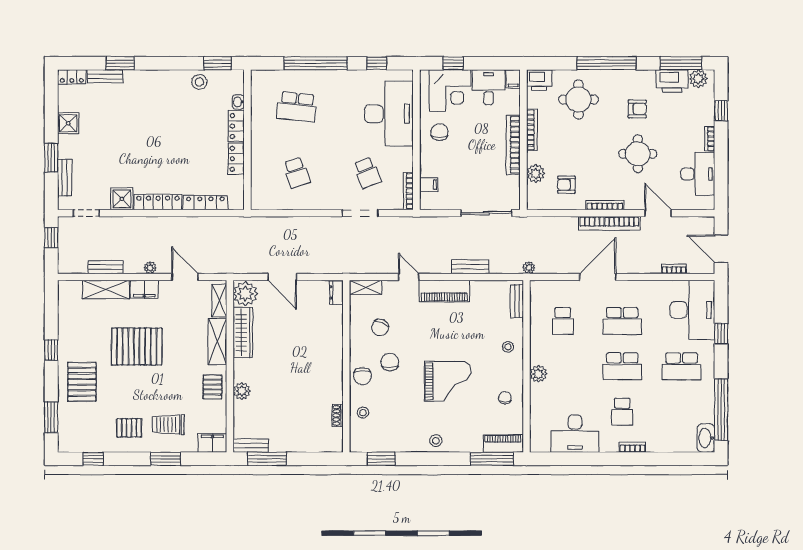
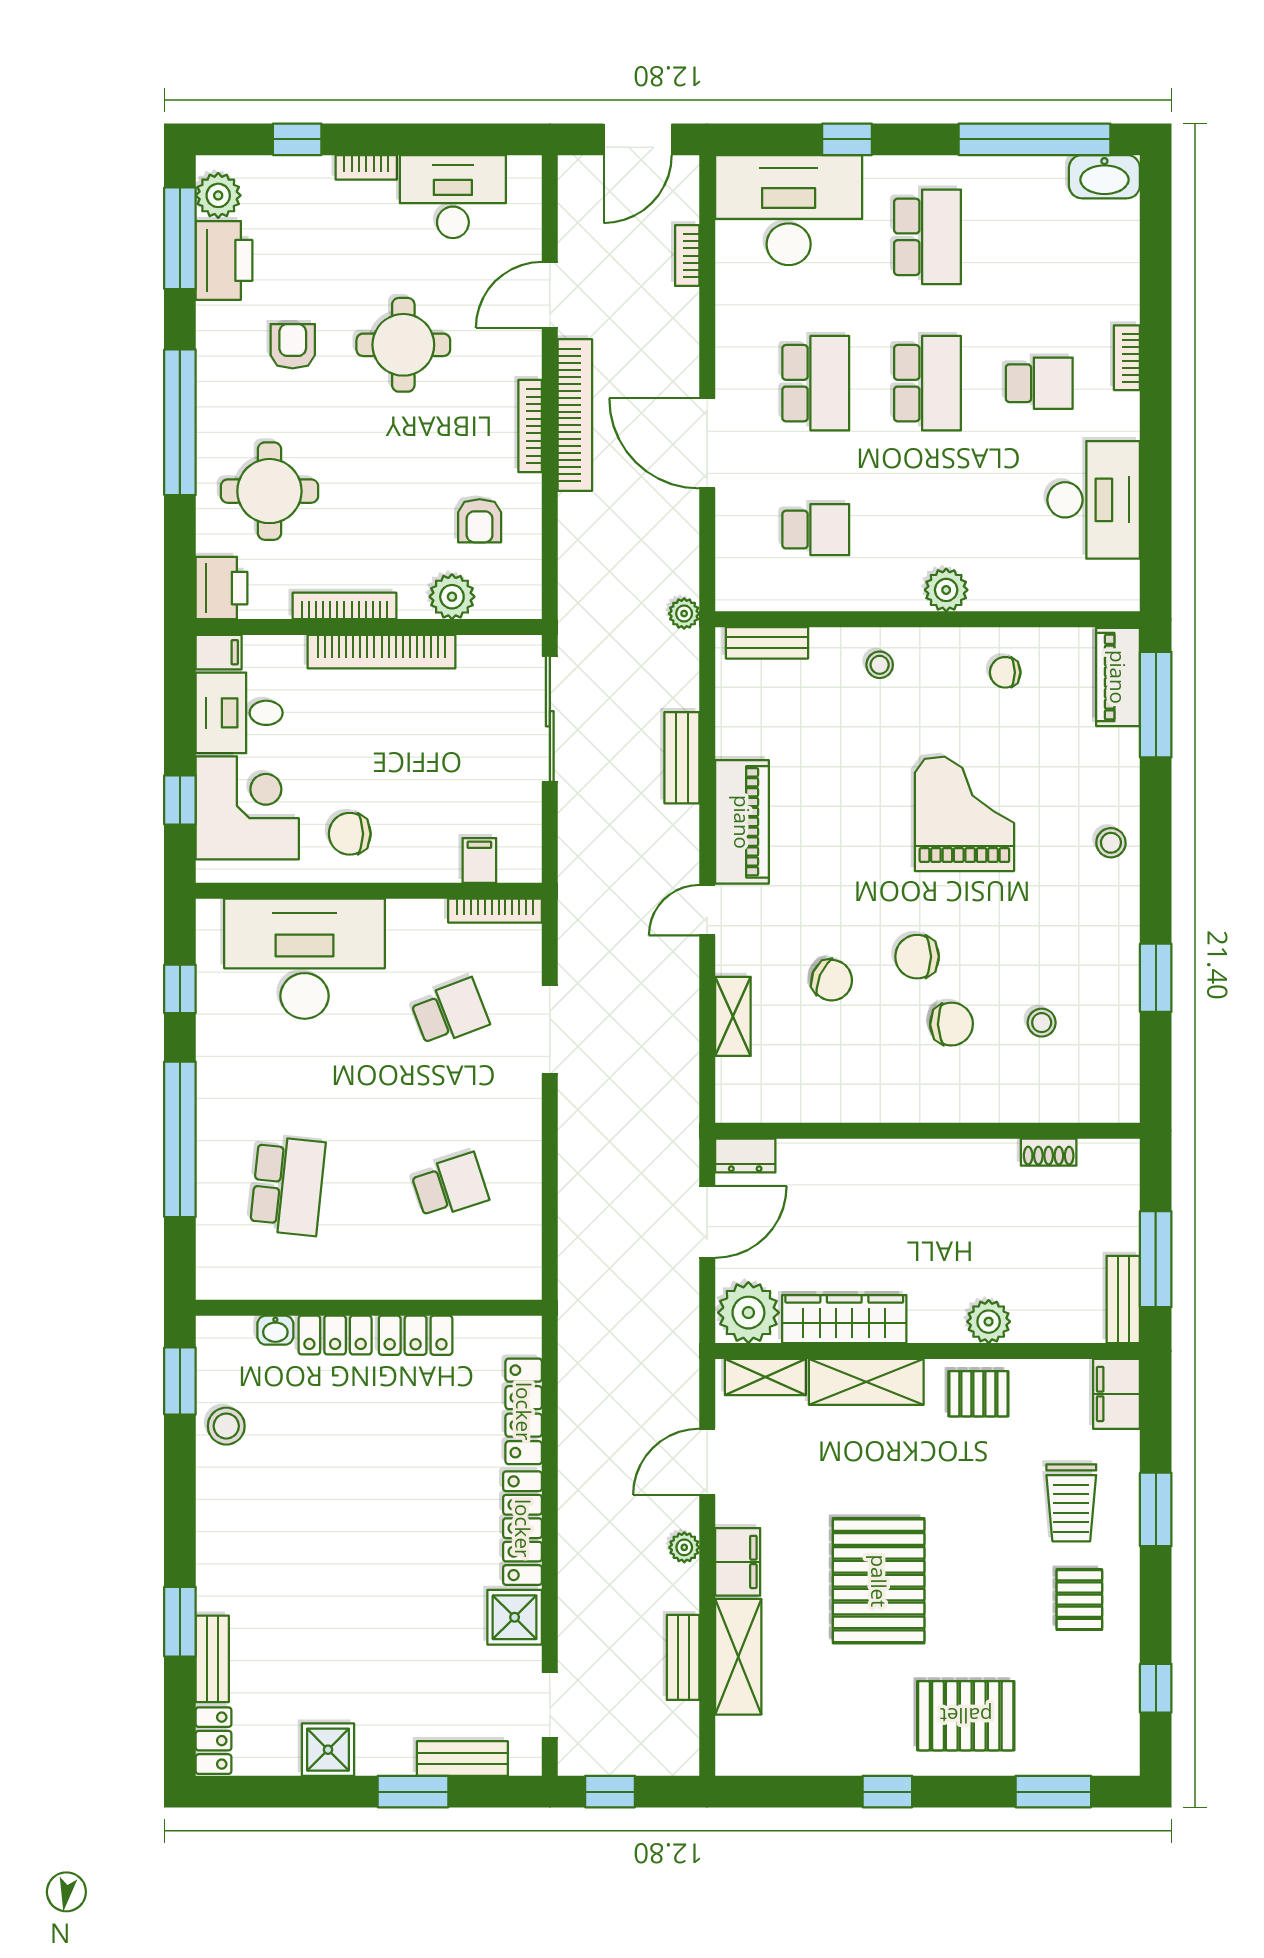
dresser: (336, 292) -> (745, 1156), moved
wall: (346, 366) -> (927, 1131), moved
shoe rack: (338, 415) -> (1049, 1152), moved

